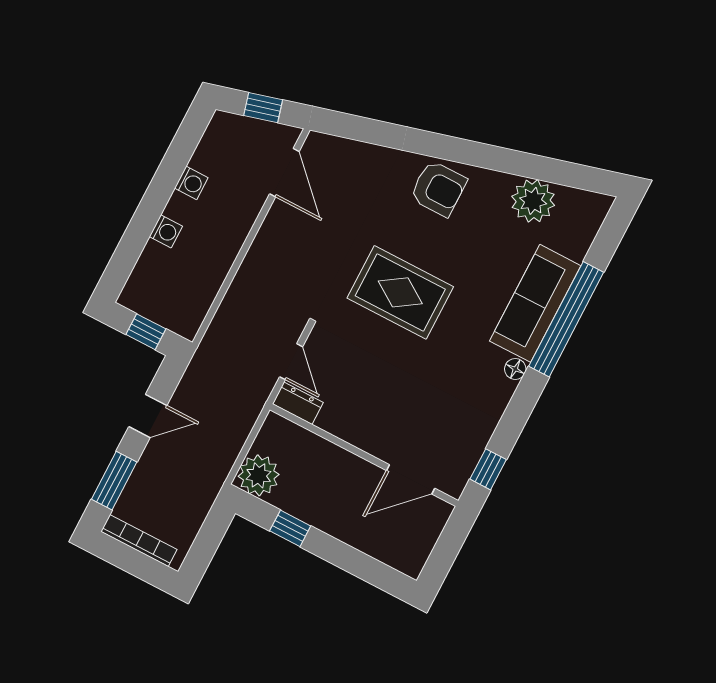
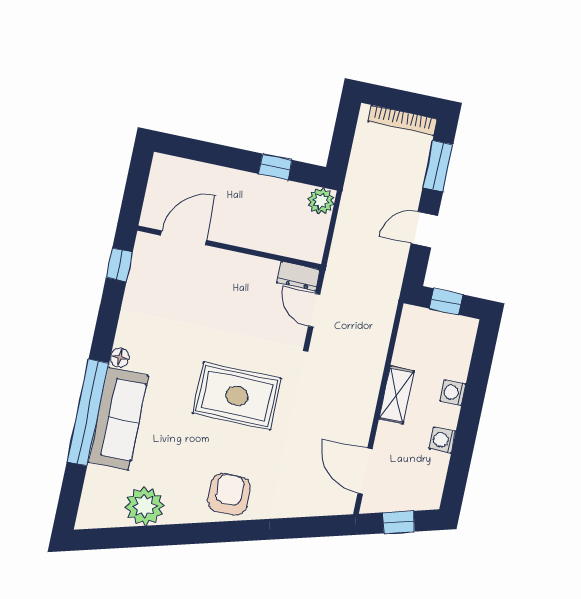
armchair: (438, 188) -> (229, 494), turned 90
shelving: (228, 246) -> (396, 395), added
plant: (259, 475) -> (321, 201), width x0.73, depth x0.73

